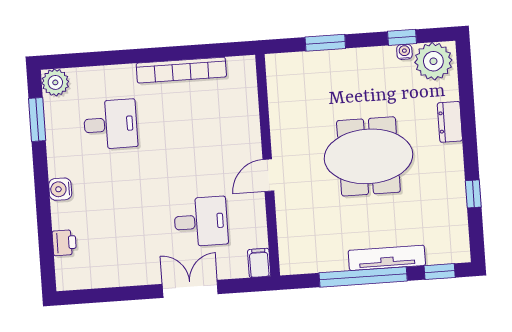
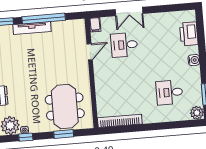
bookcase: (181, 70) -> (120, 121), moved
meeting table: (368, 156) -> (65, 107), moved, turned 90
door: (268, 175) -> (90, 52), moved
printer: (64, 243) -> (189, 34), width x1.87, depth x1.48

